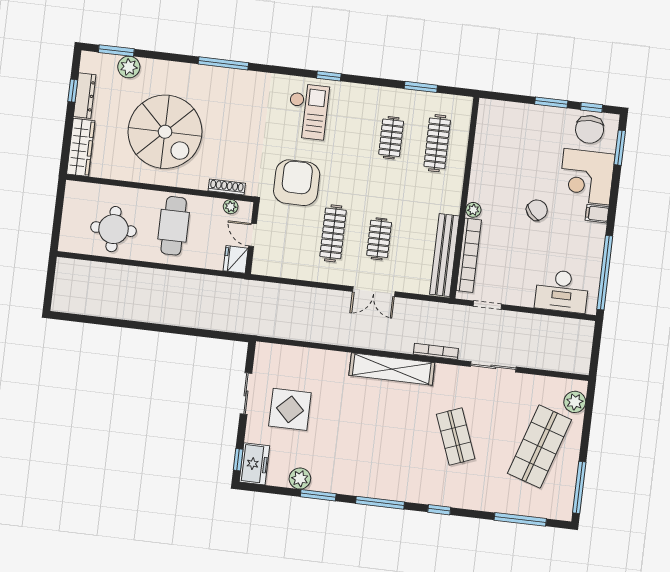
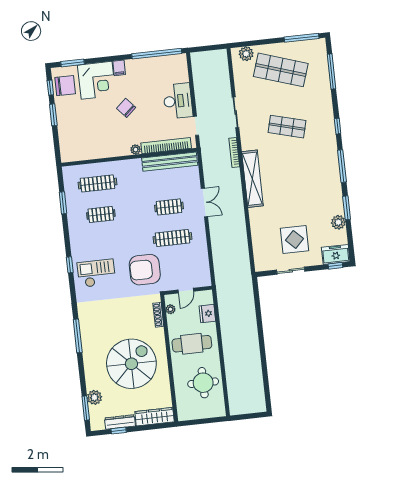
fridge: (236, 259) -> (207, 314), moved, turned 90
desk: (562, 291) -> (178, 101), moved
shop shelf: (456, 436) -> (287, 127), turned 36

